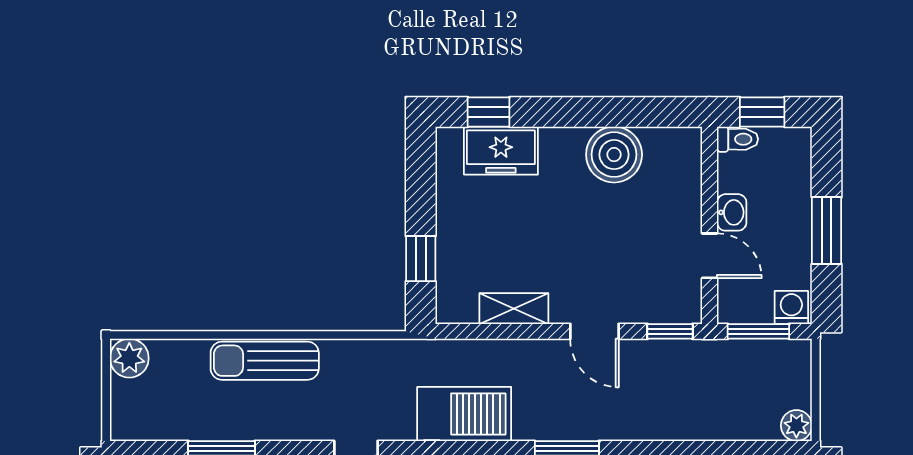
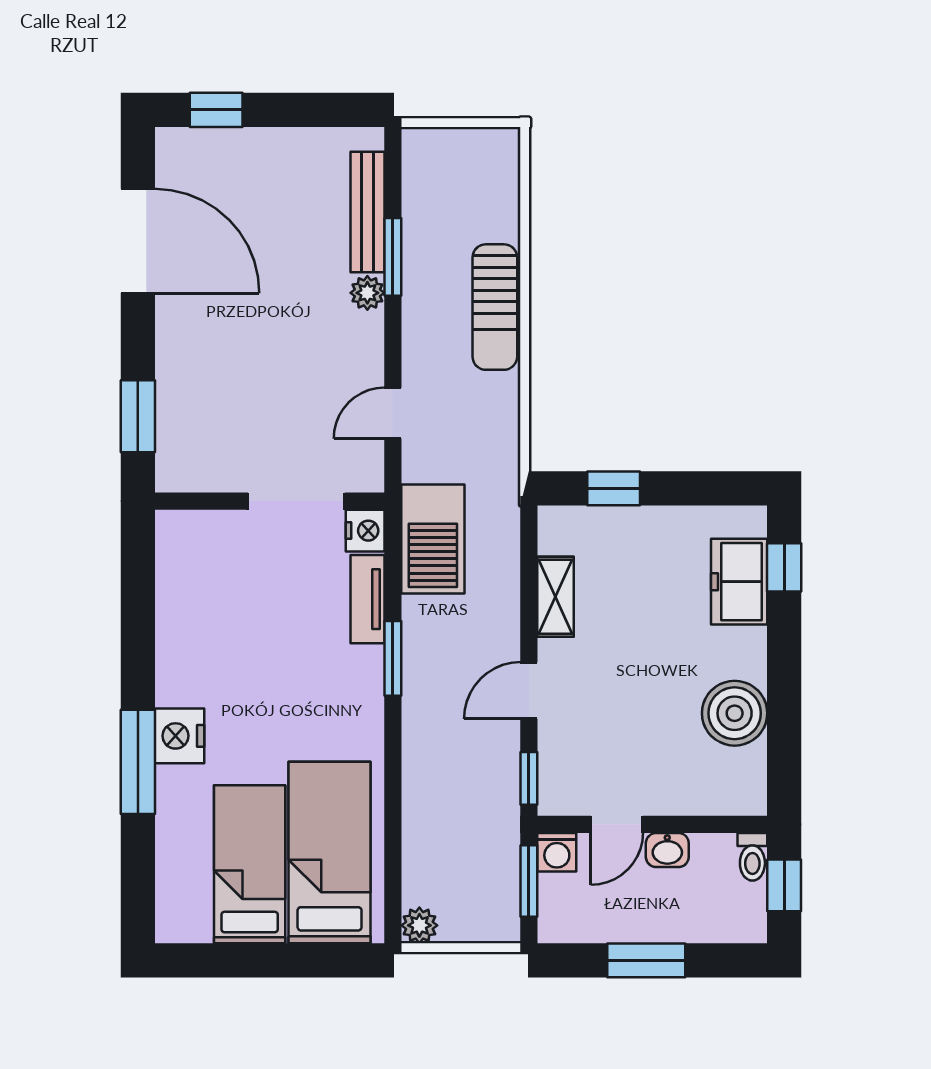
washing machine: (791, 307) -> (557, 852), moved, turned 90
plant: (129, 358) -> (498, 150), removed
sun lounger: (265, 361) -> (495, 307), turned 180

